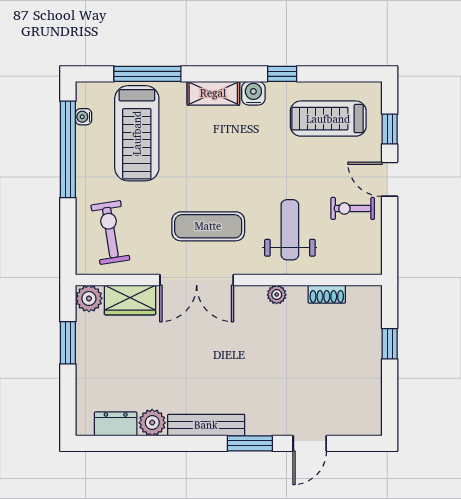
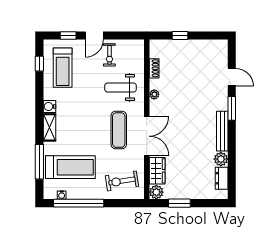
window: (282, 74) -> (39, 64), moved

